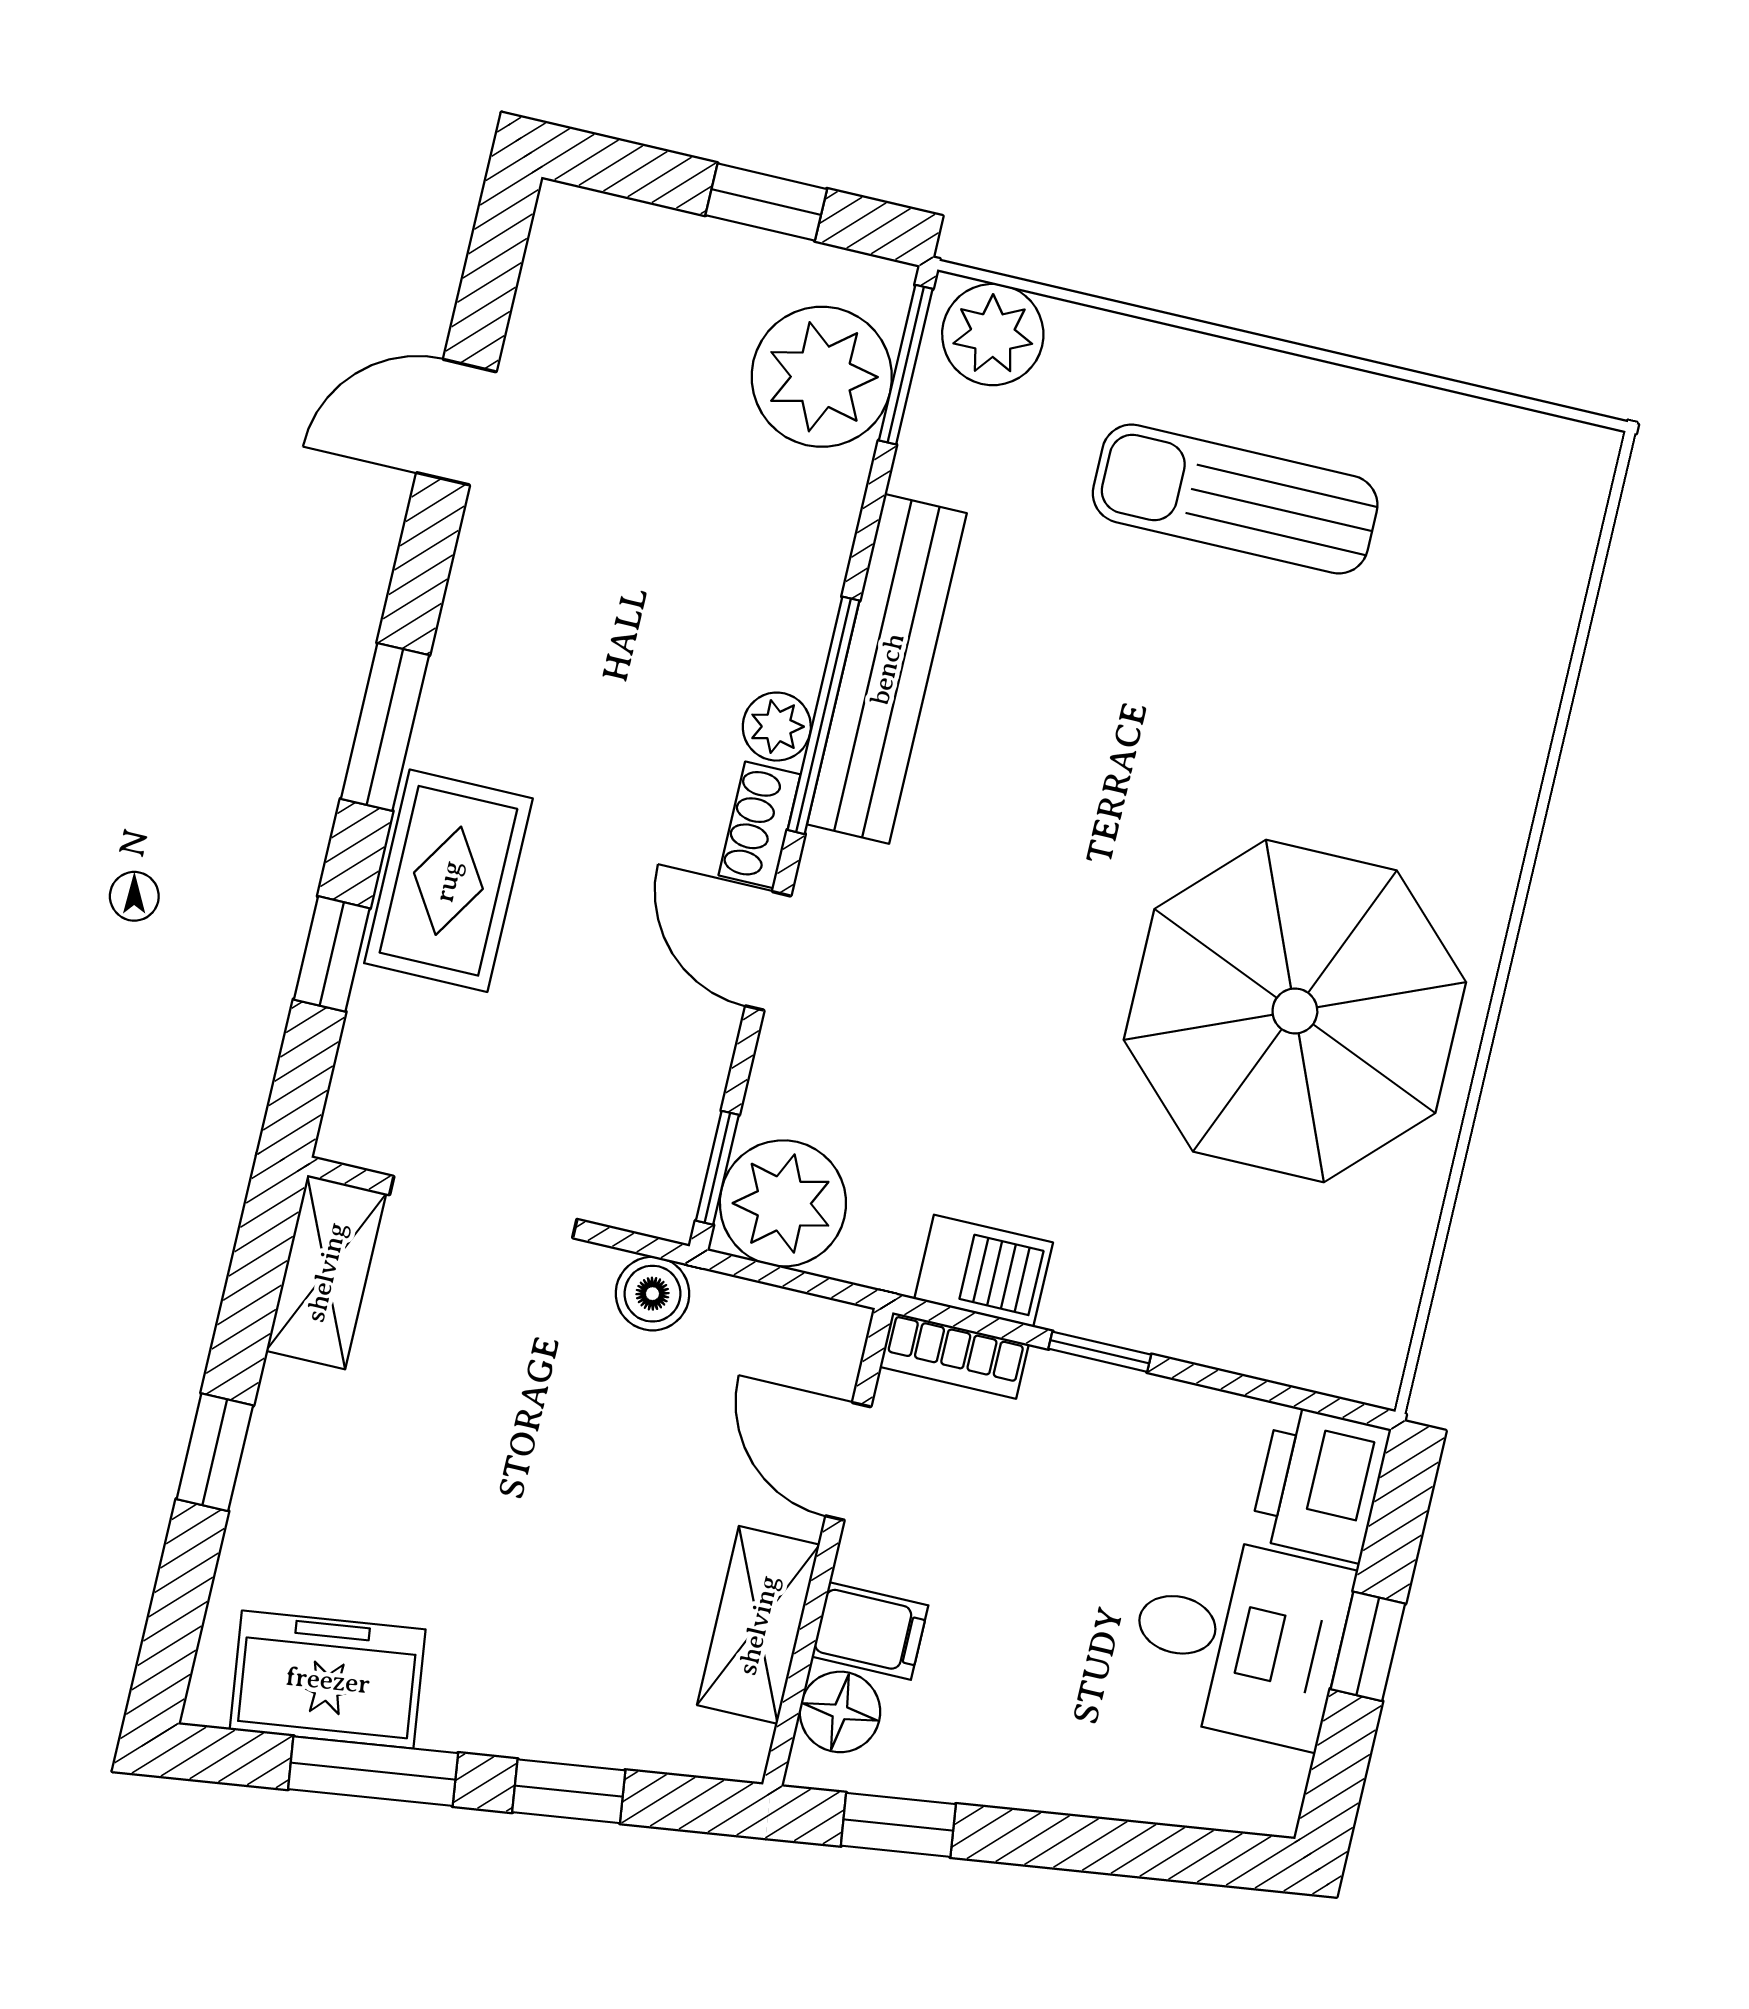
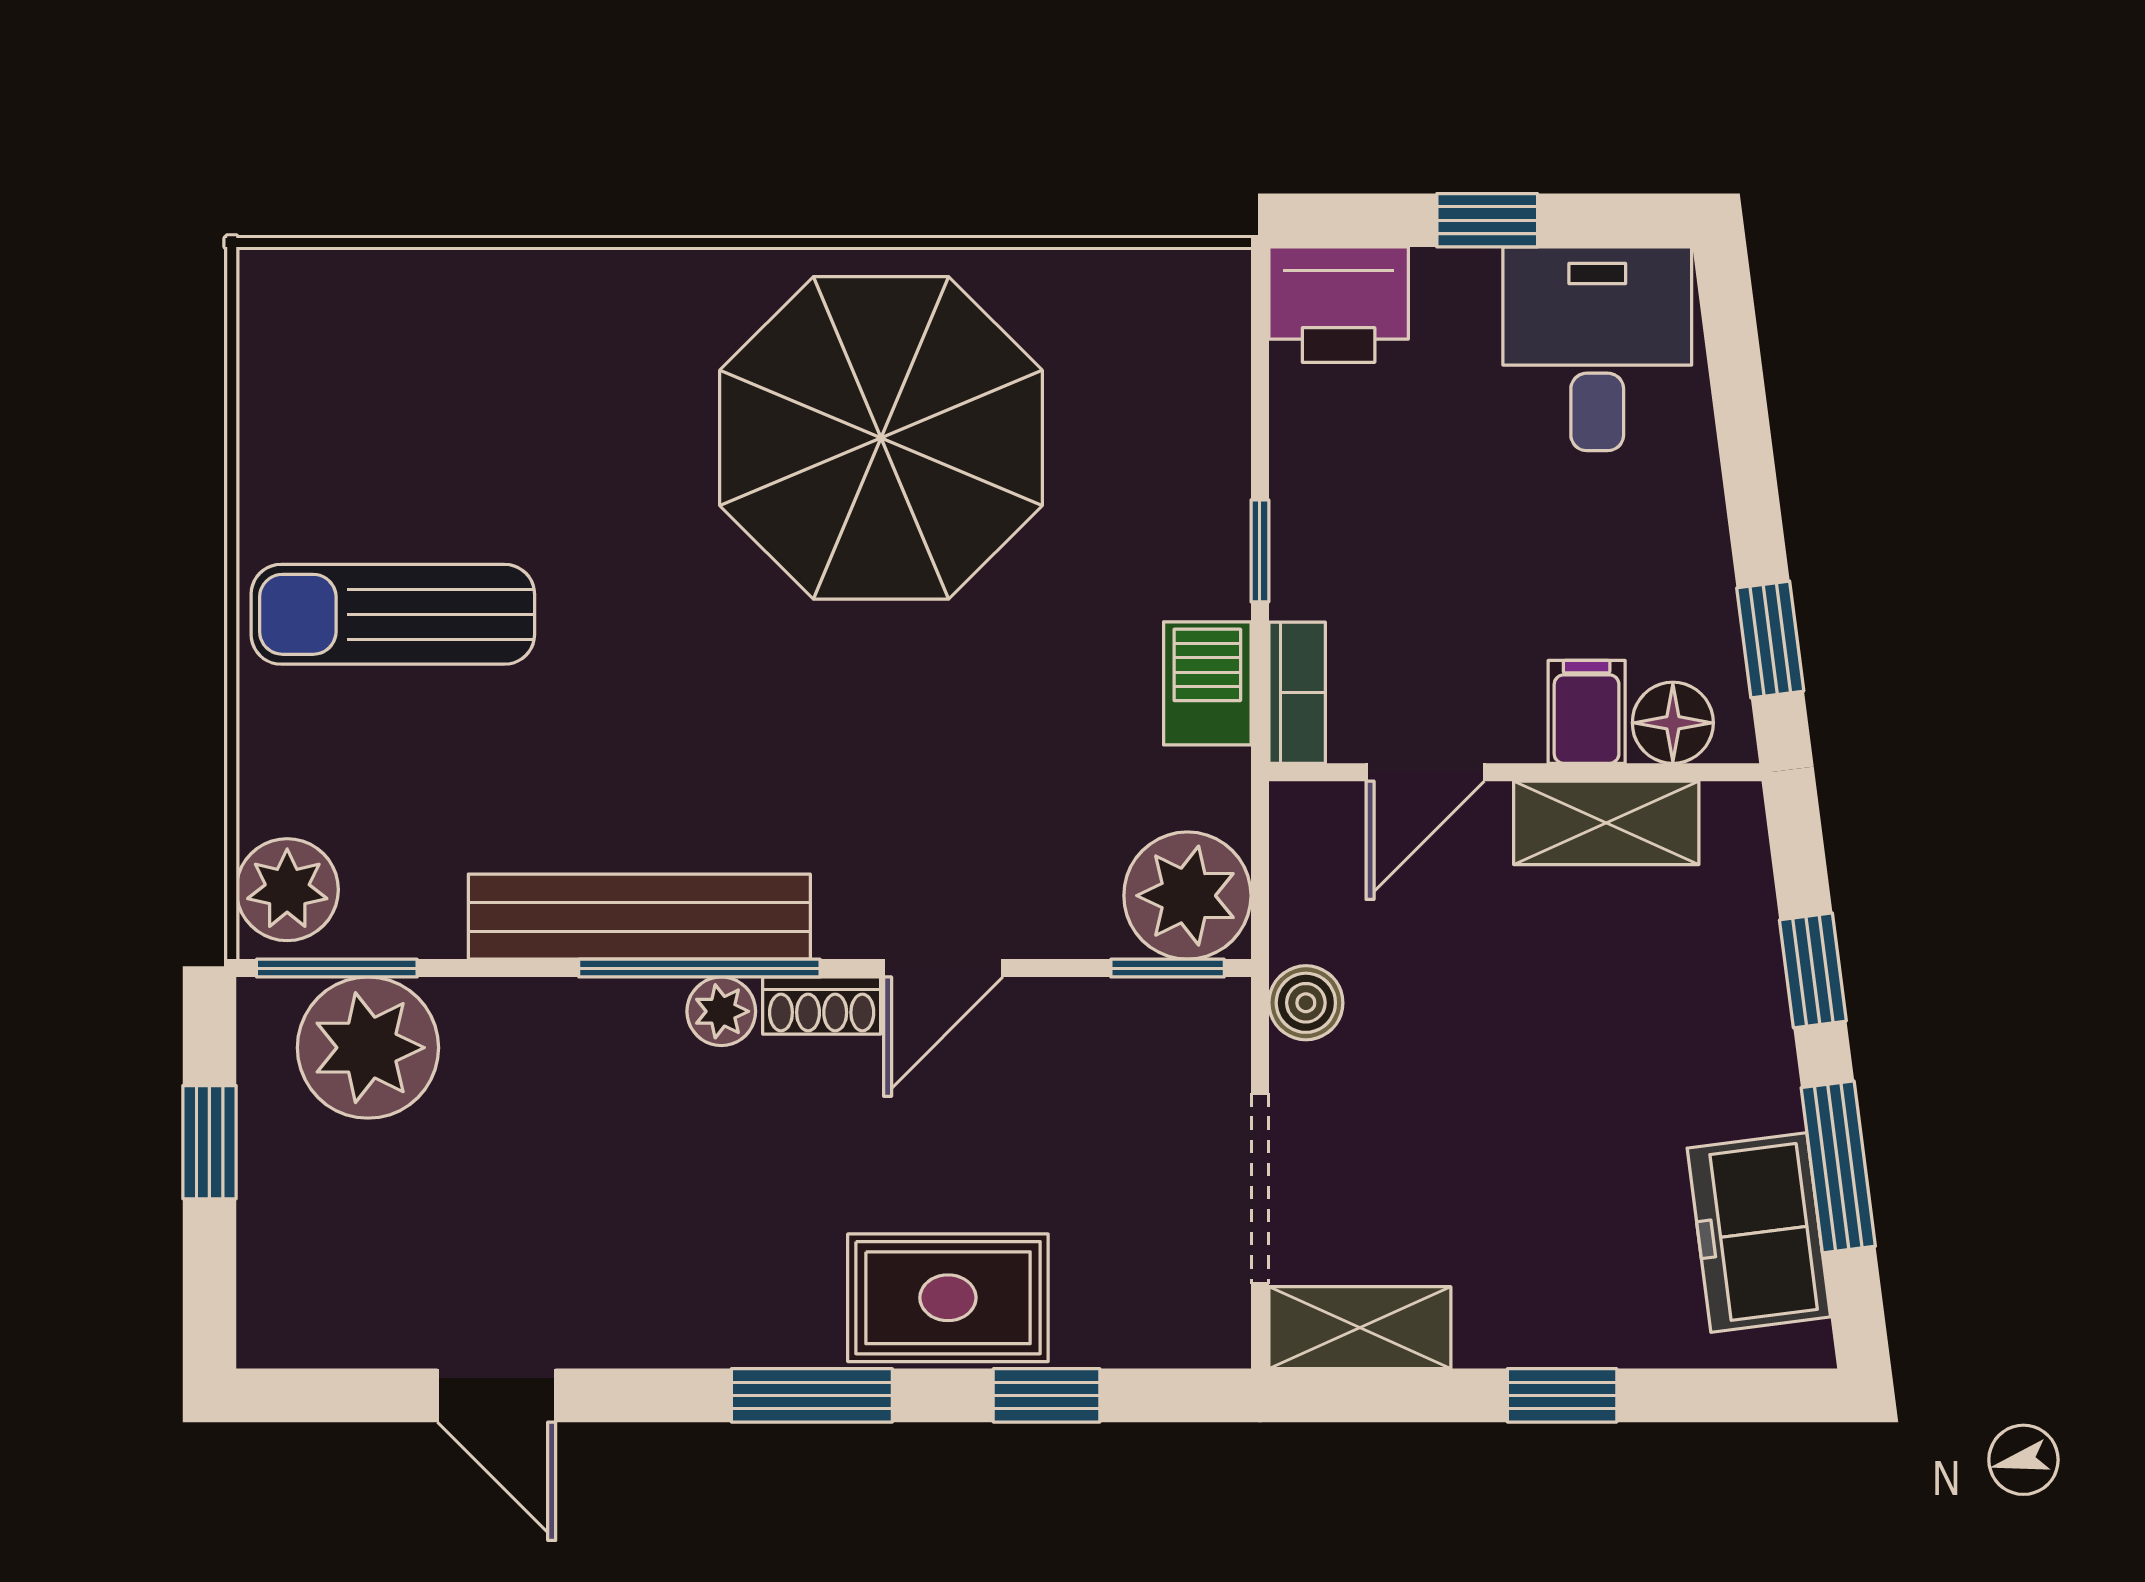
sun lounger: (1235, 499) -> (393, 614), turned 90
desk: (1238, 1639) -> (1597, 349), moved

